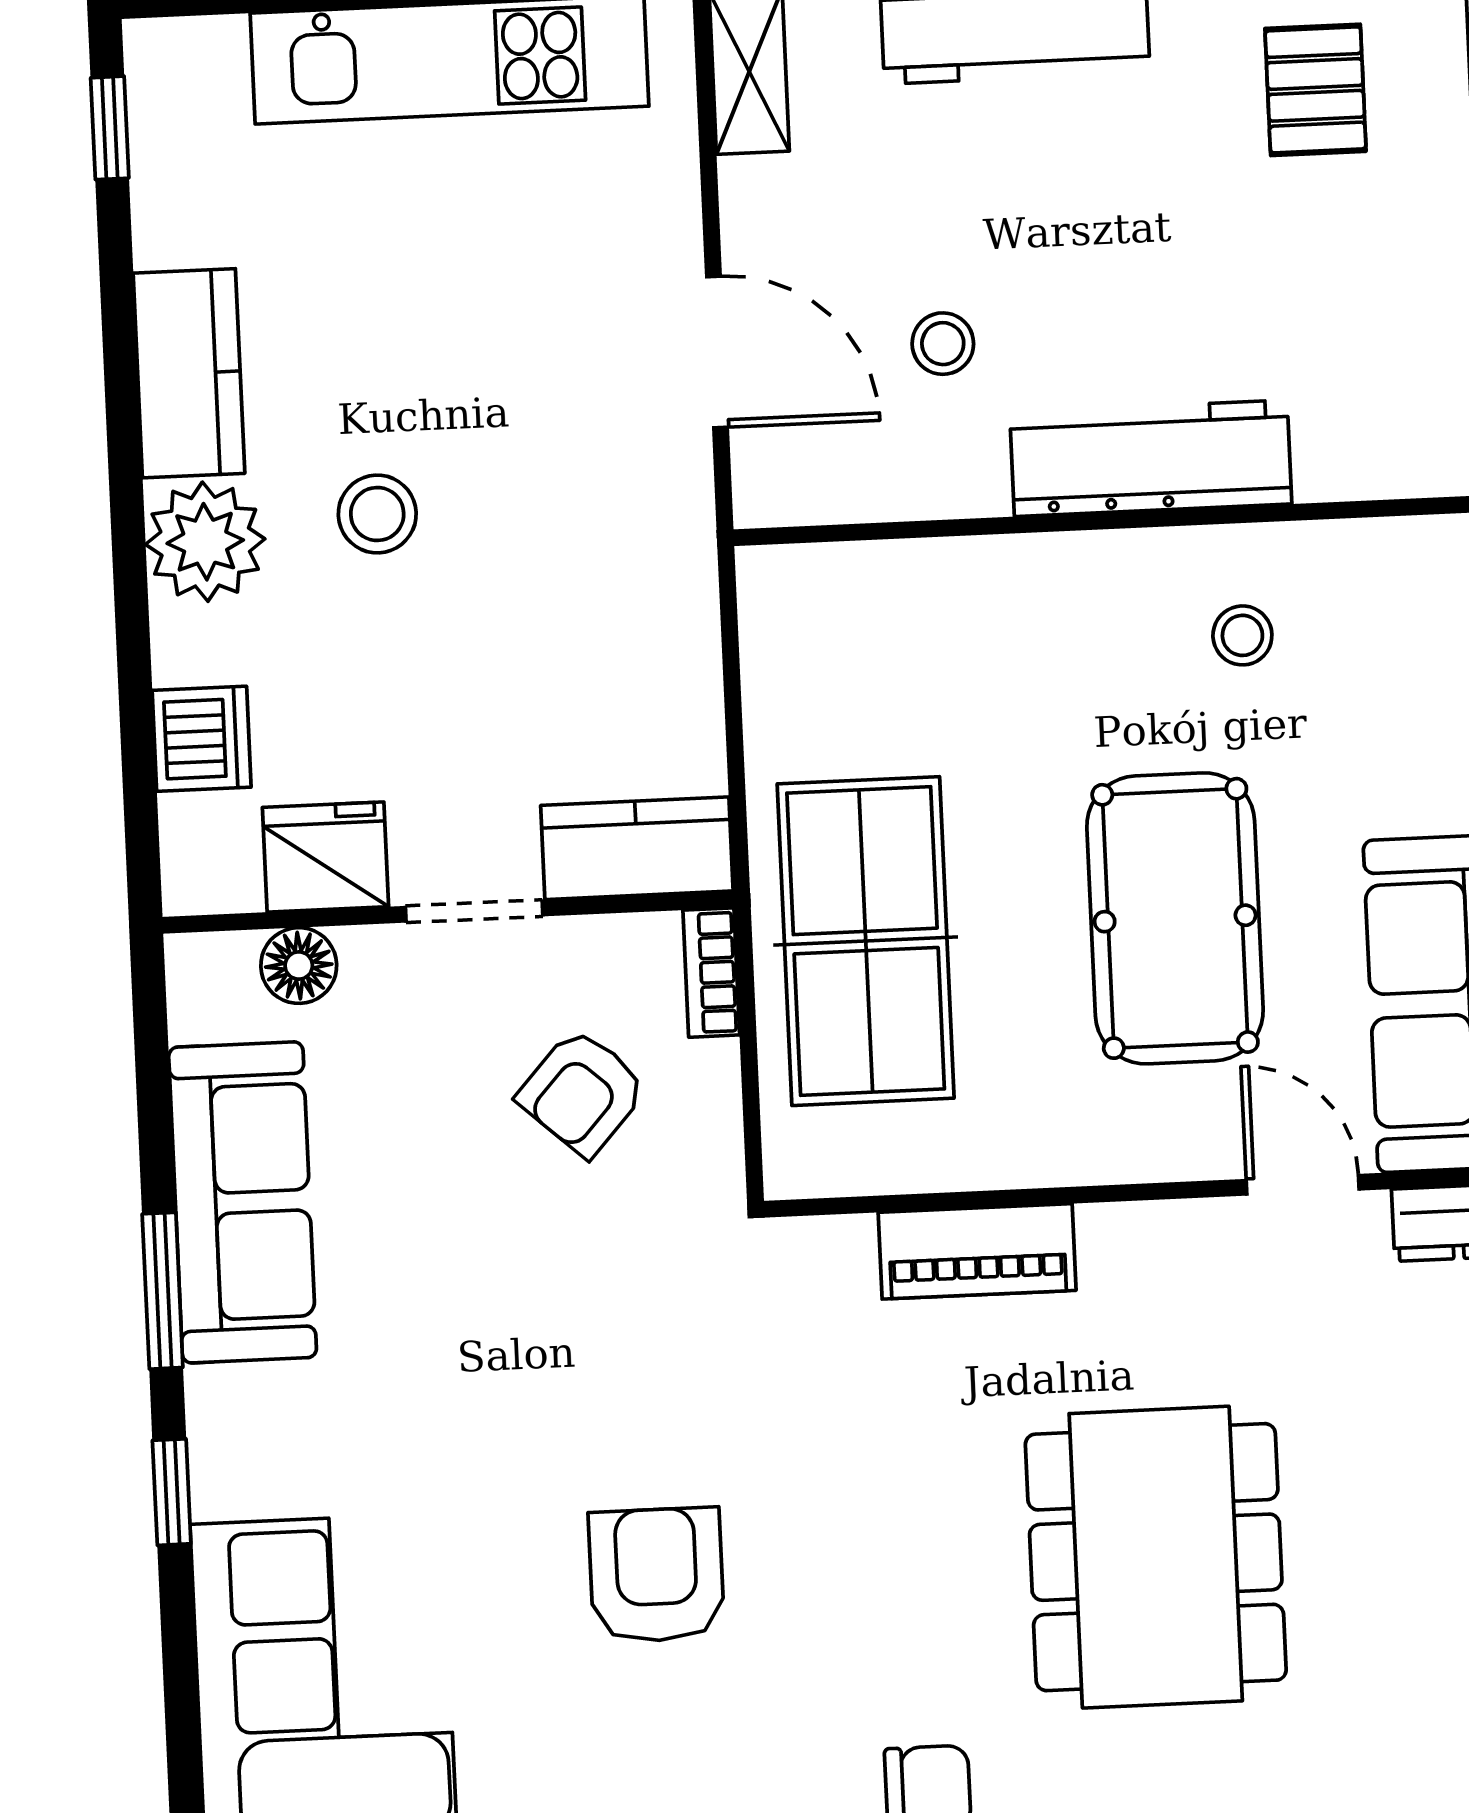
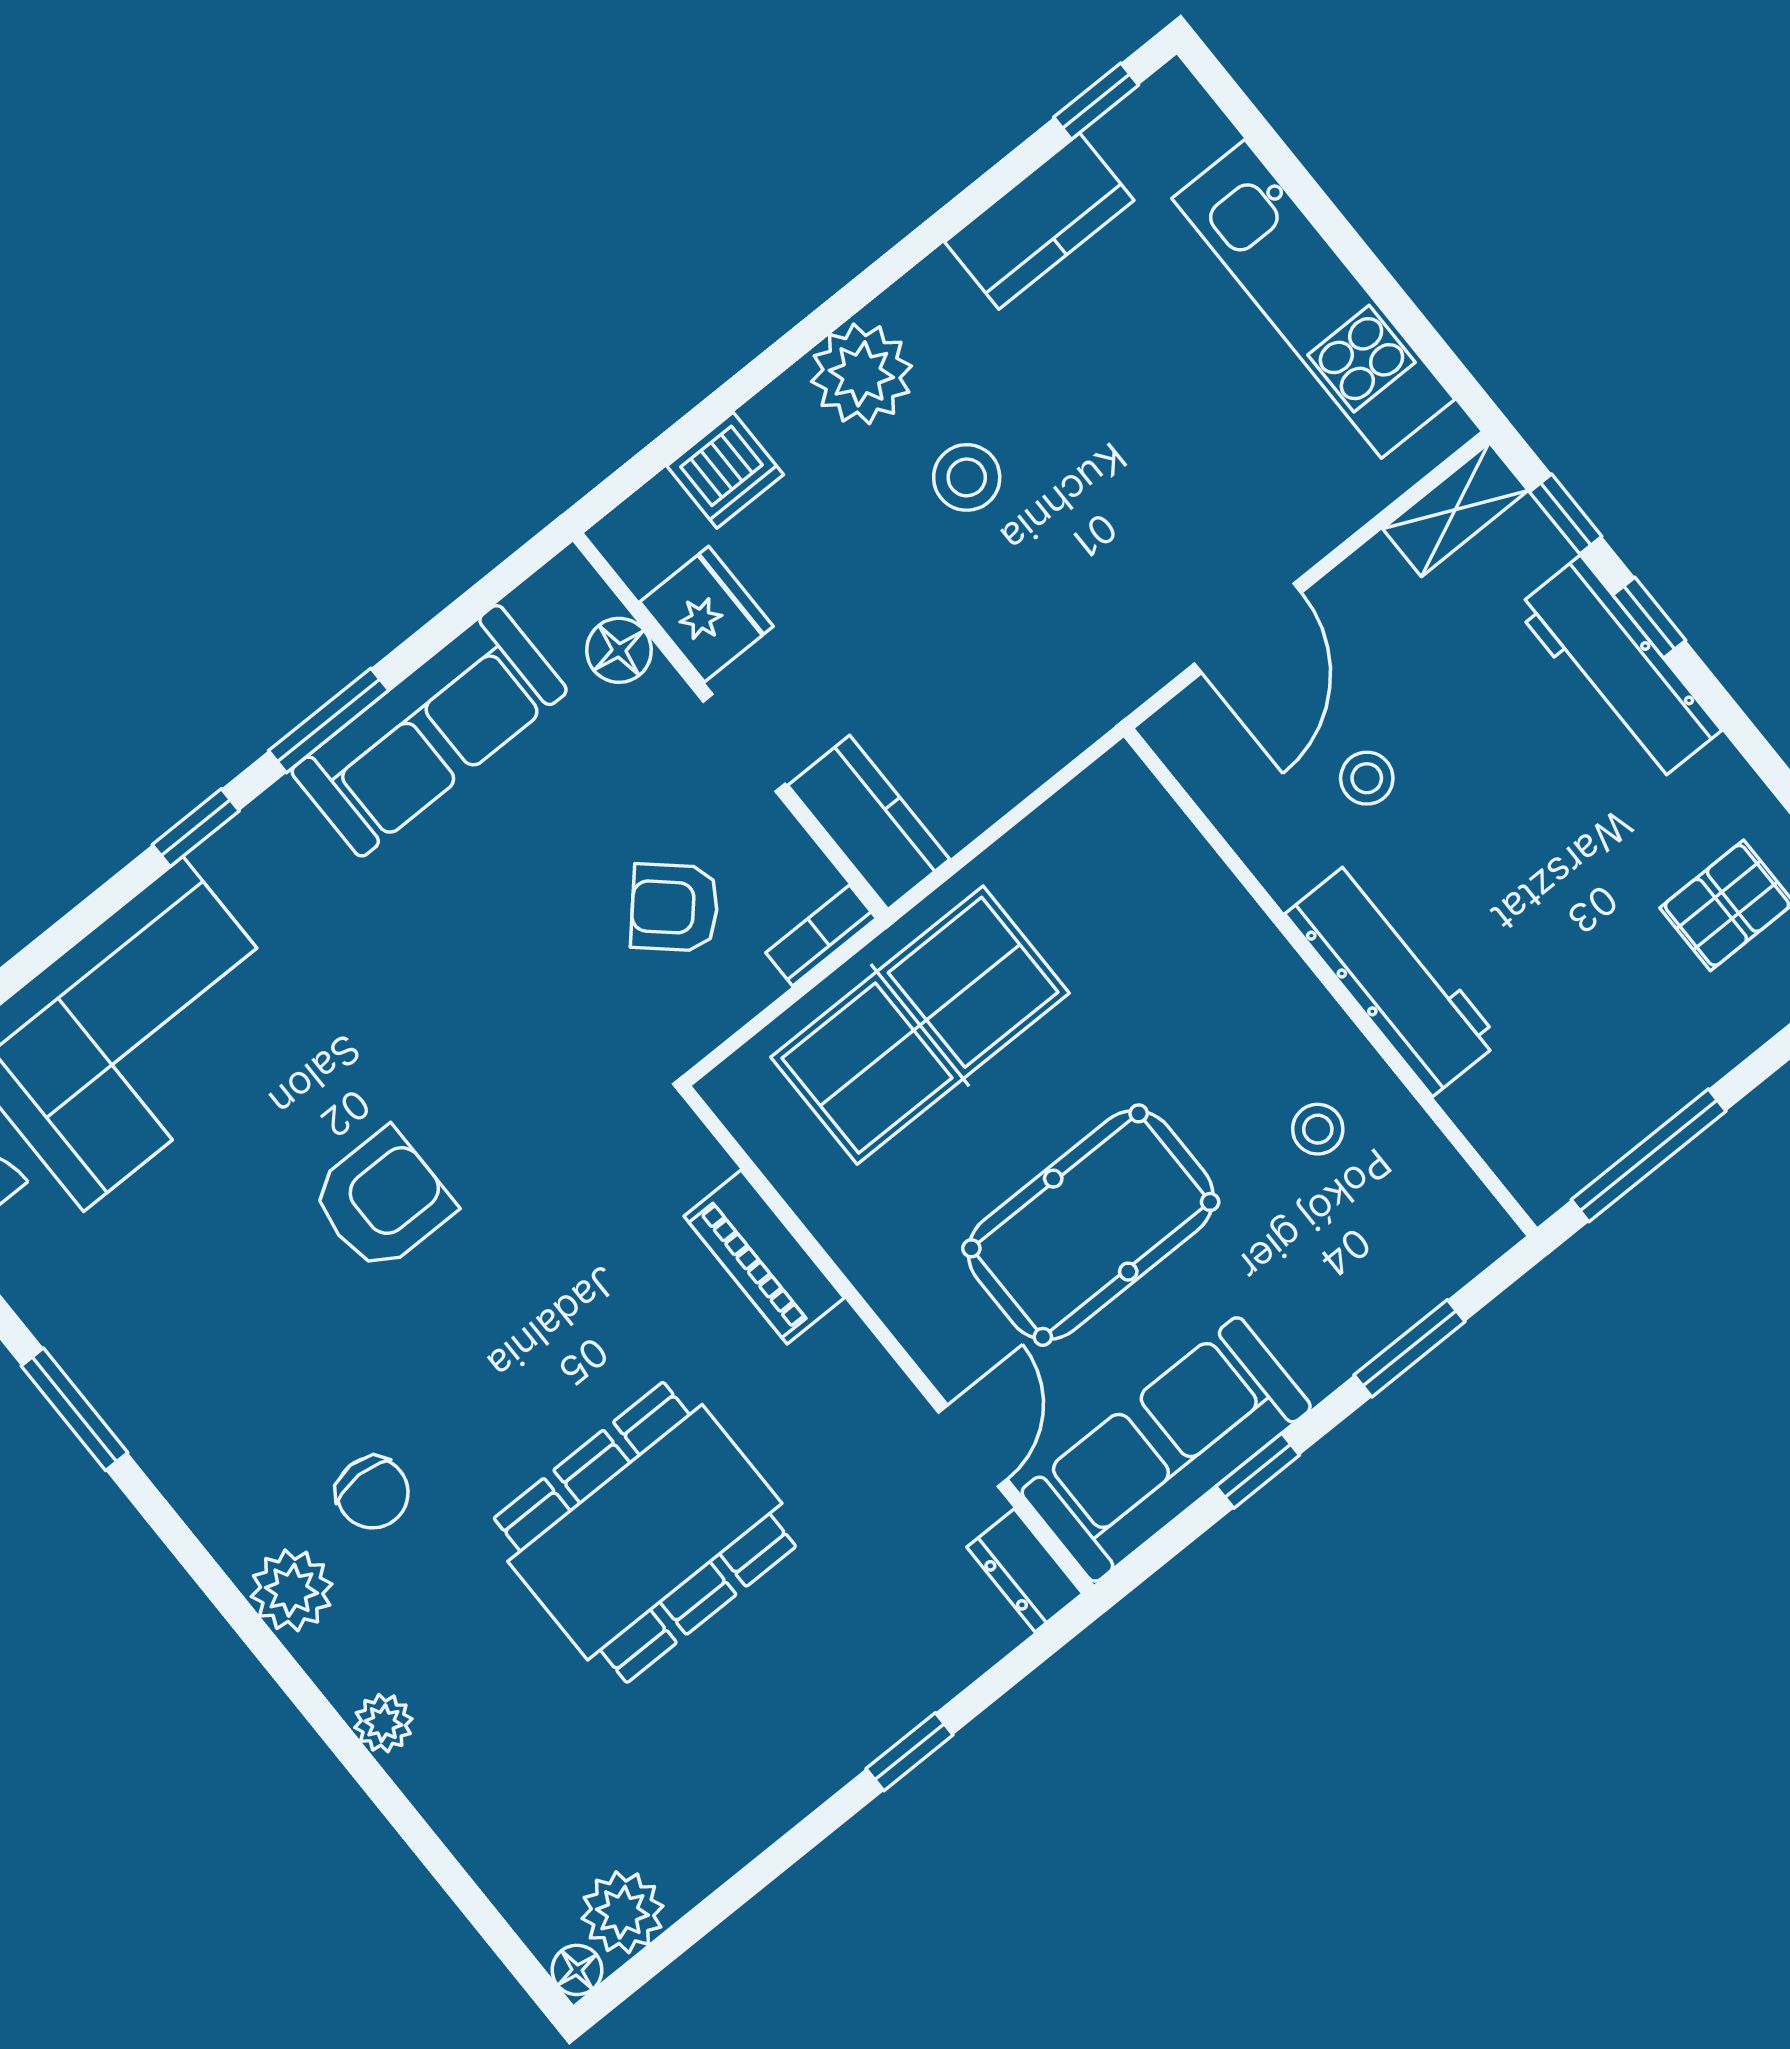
kitchen counter: (189, 373) -> (1039, 221), moved

